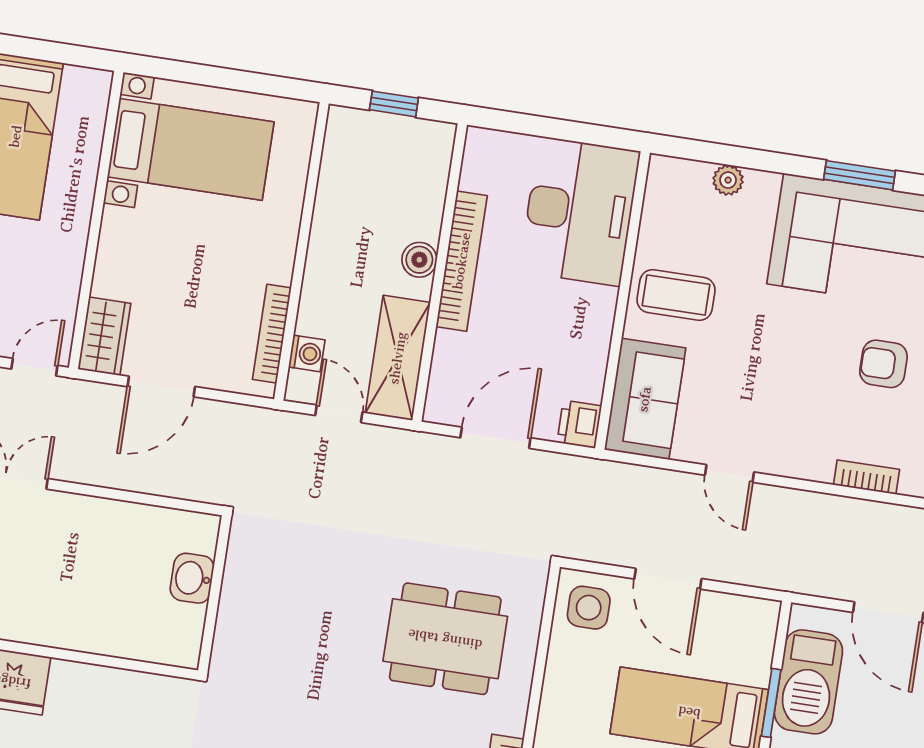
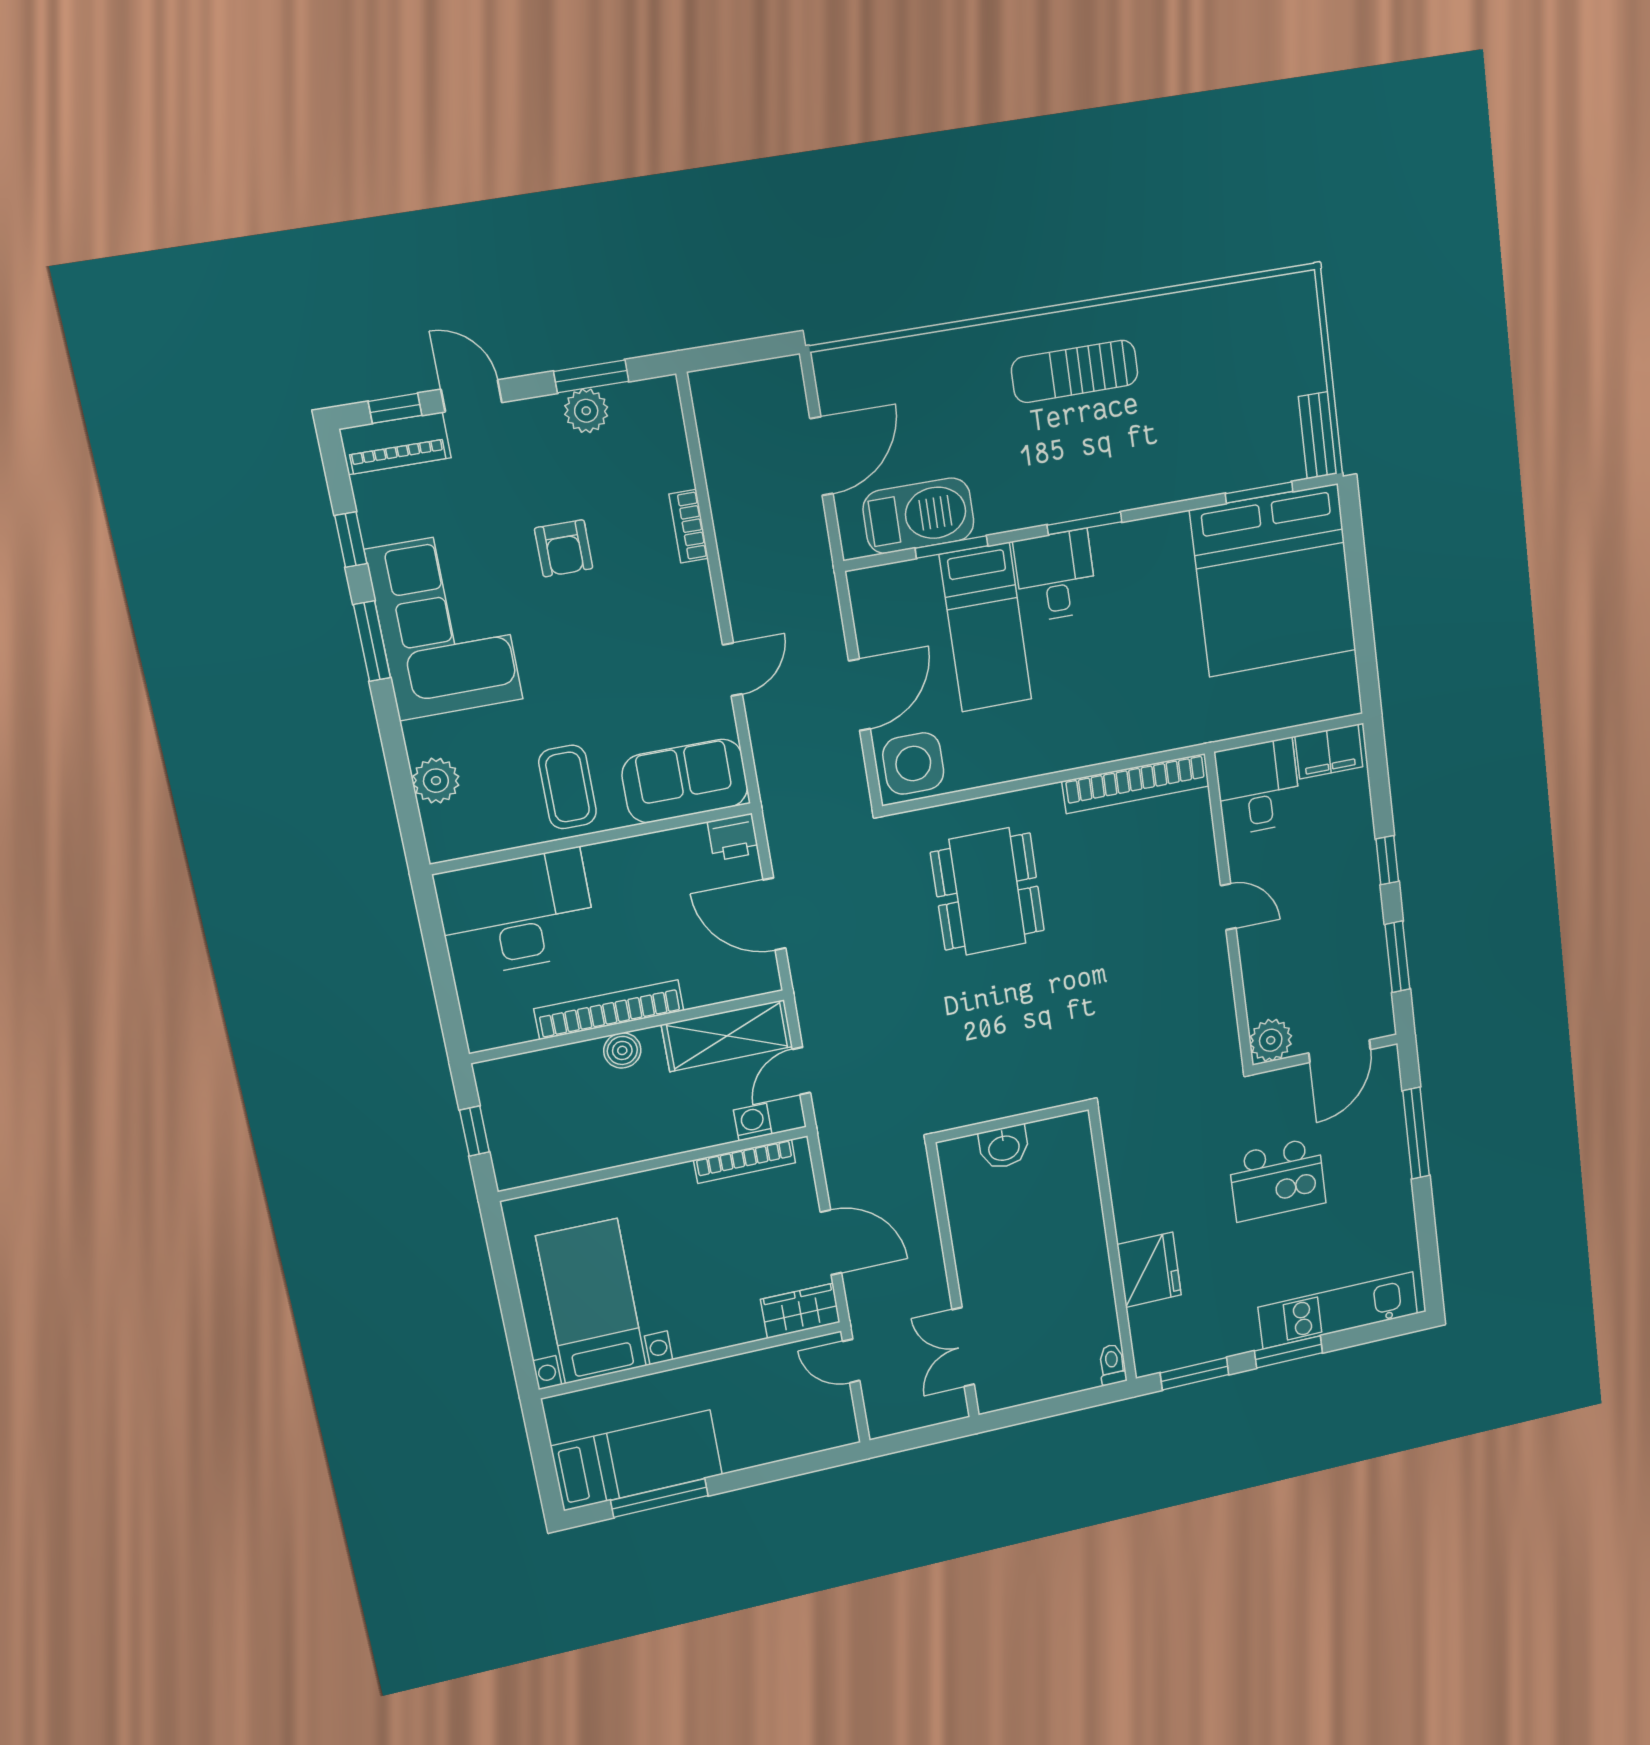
plant: (728, 180) -> (436, 781), width x1.38, depth x1.38
side table: (589, 608) -> (913, 764), width x1.37, depth x1.37

